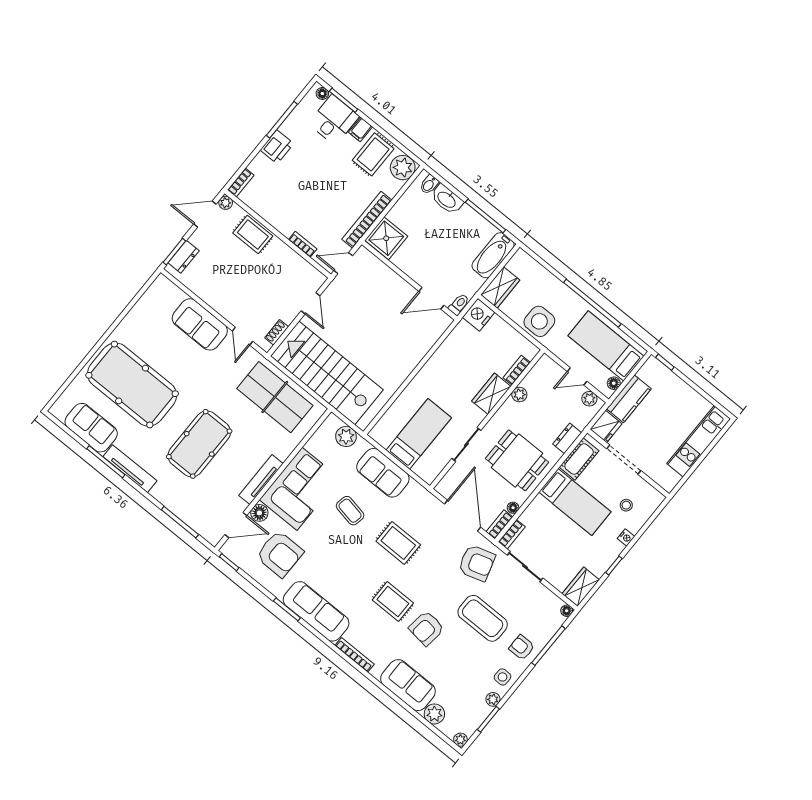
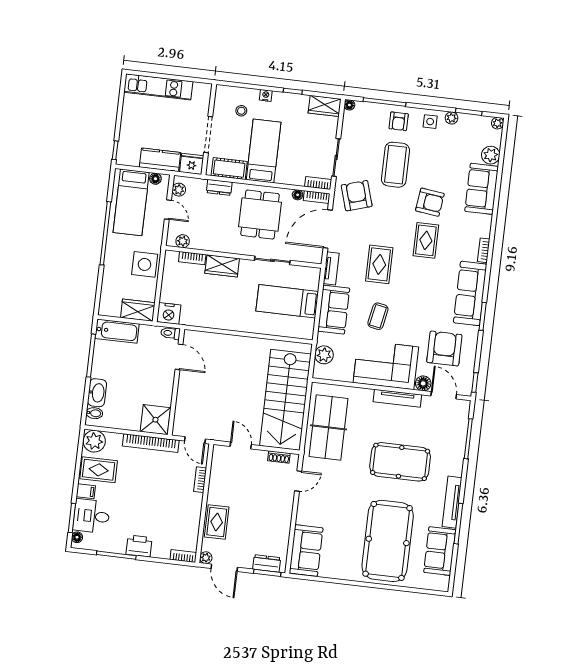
door: (311, 303) -> (241, 445), hinge flipped
sofa: (200, 324) -> (306, 550), moved
plant: (519, 395) -> (183, 241), moved
tv unit: (423, 495) -> (331, 268), added
bookcase: (355, 655) -> (484, 250), width x0.64

